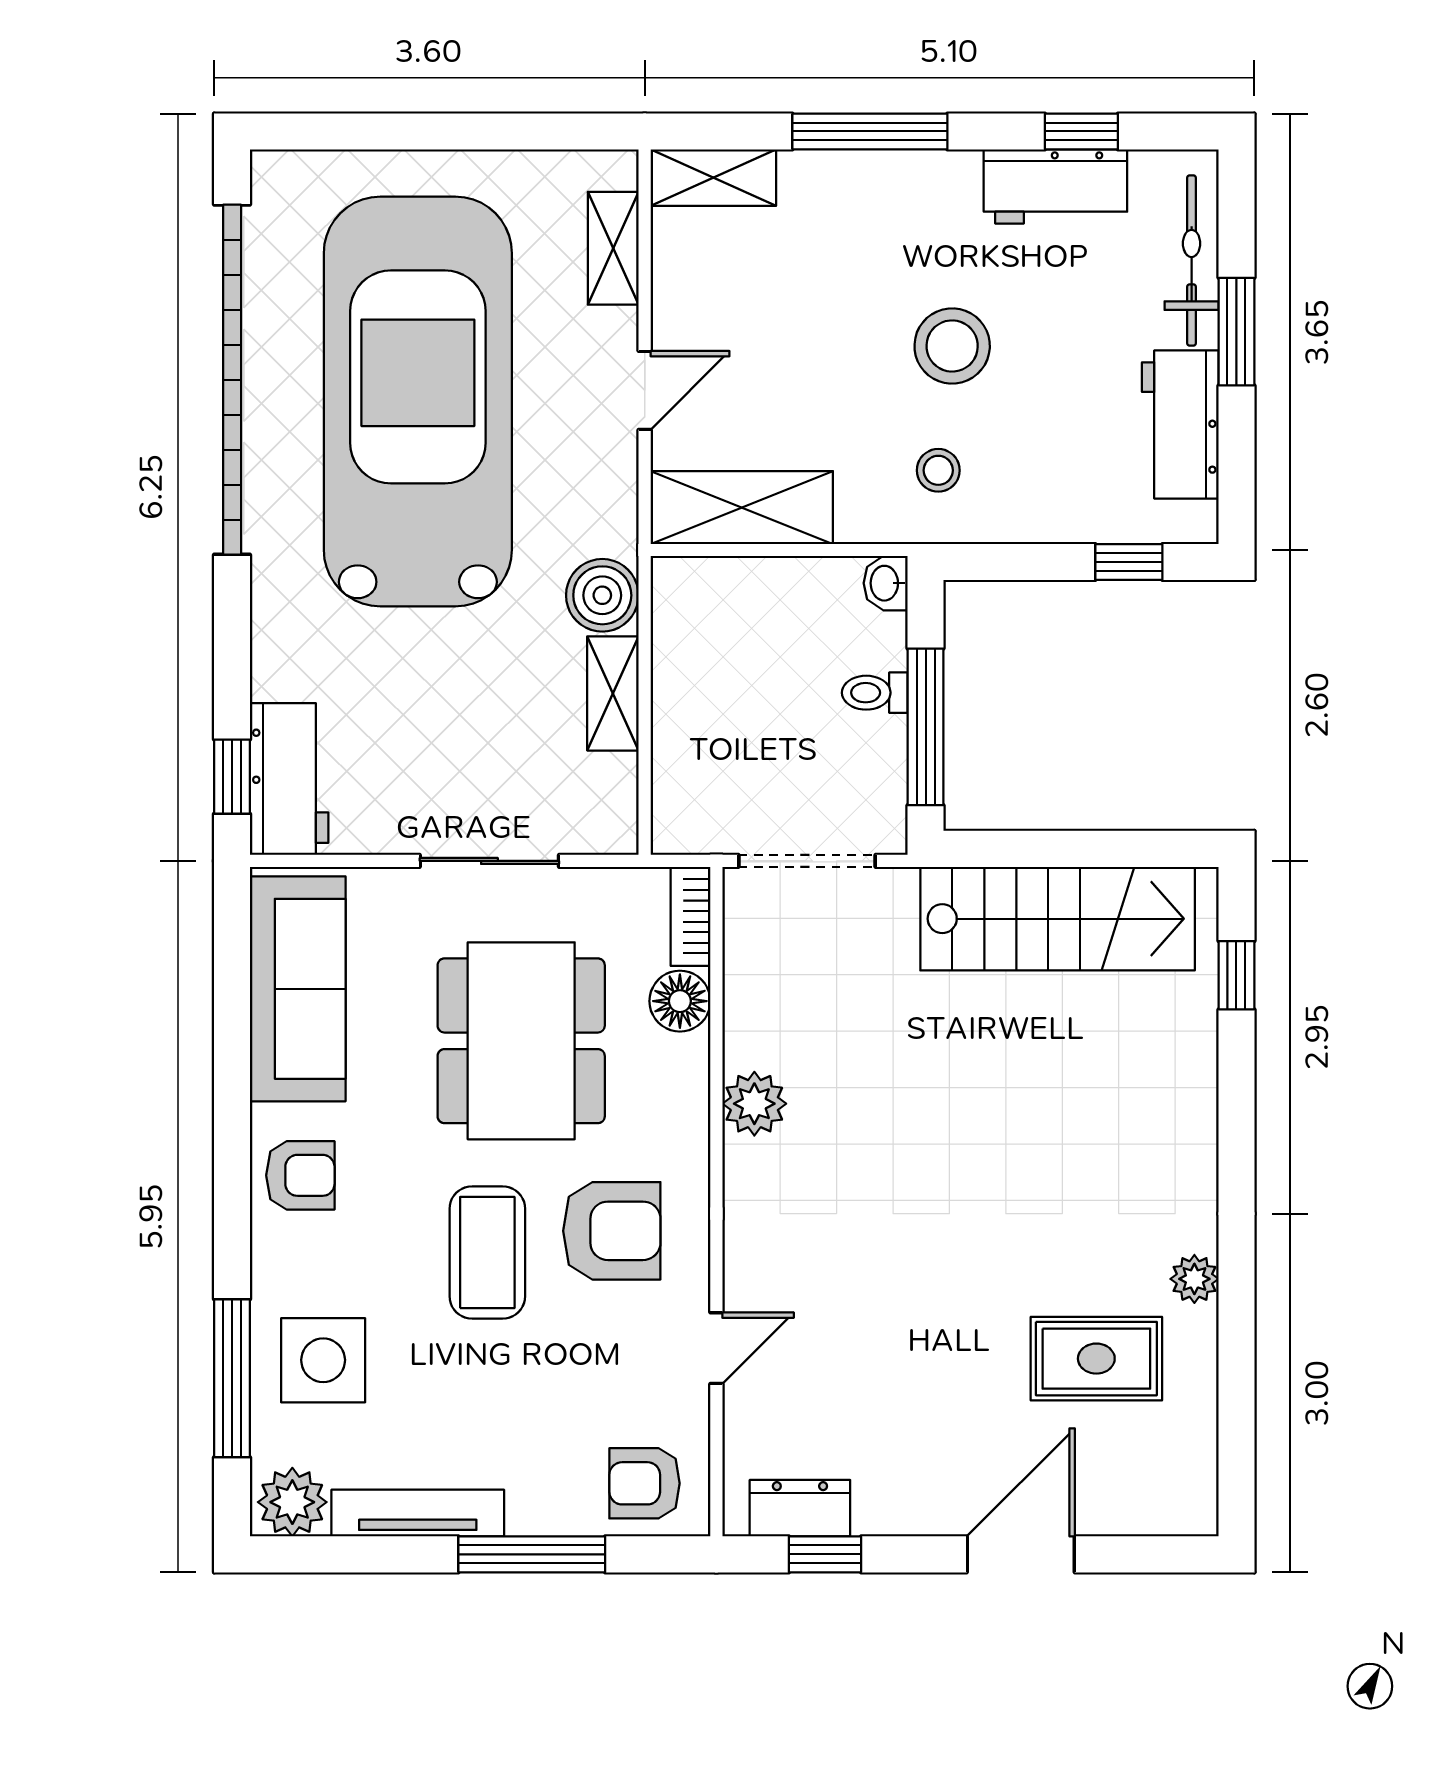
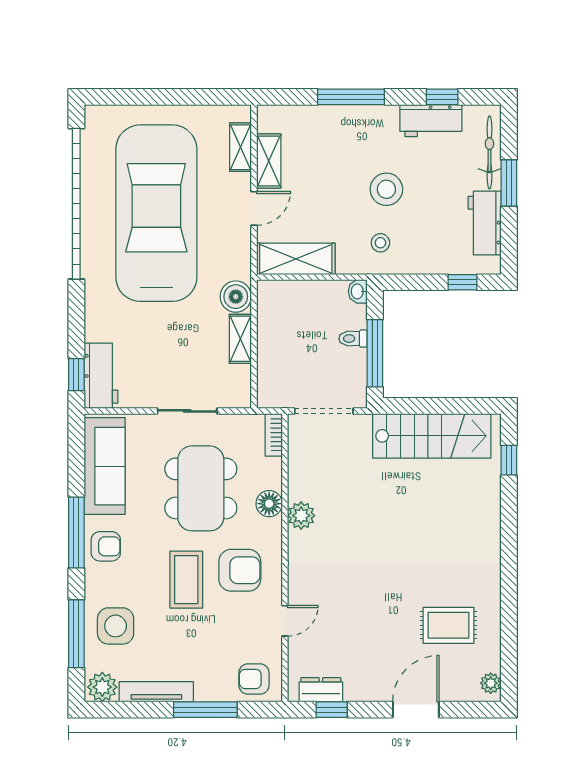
shelving: (713, 178) -> (269, 161), moved, turned 90
floor lamp: (680, 1001) -> (269, 504), moved
window: (232, 1143) -> (76, 533), added
plant: (1194, 1279) -> (491, 683), moved

